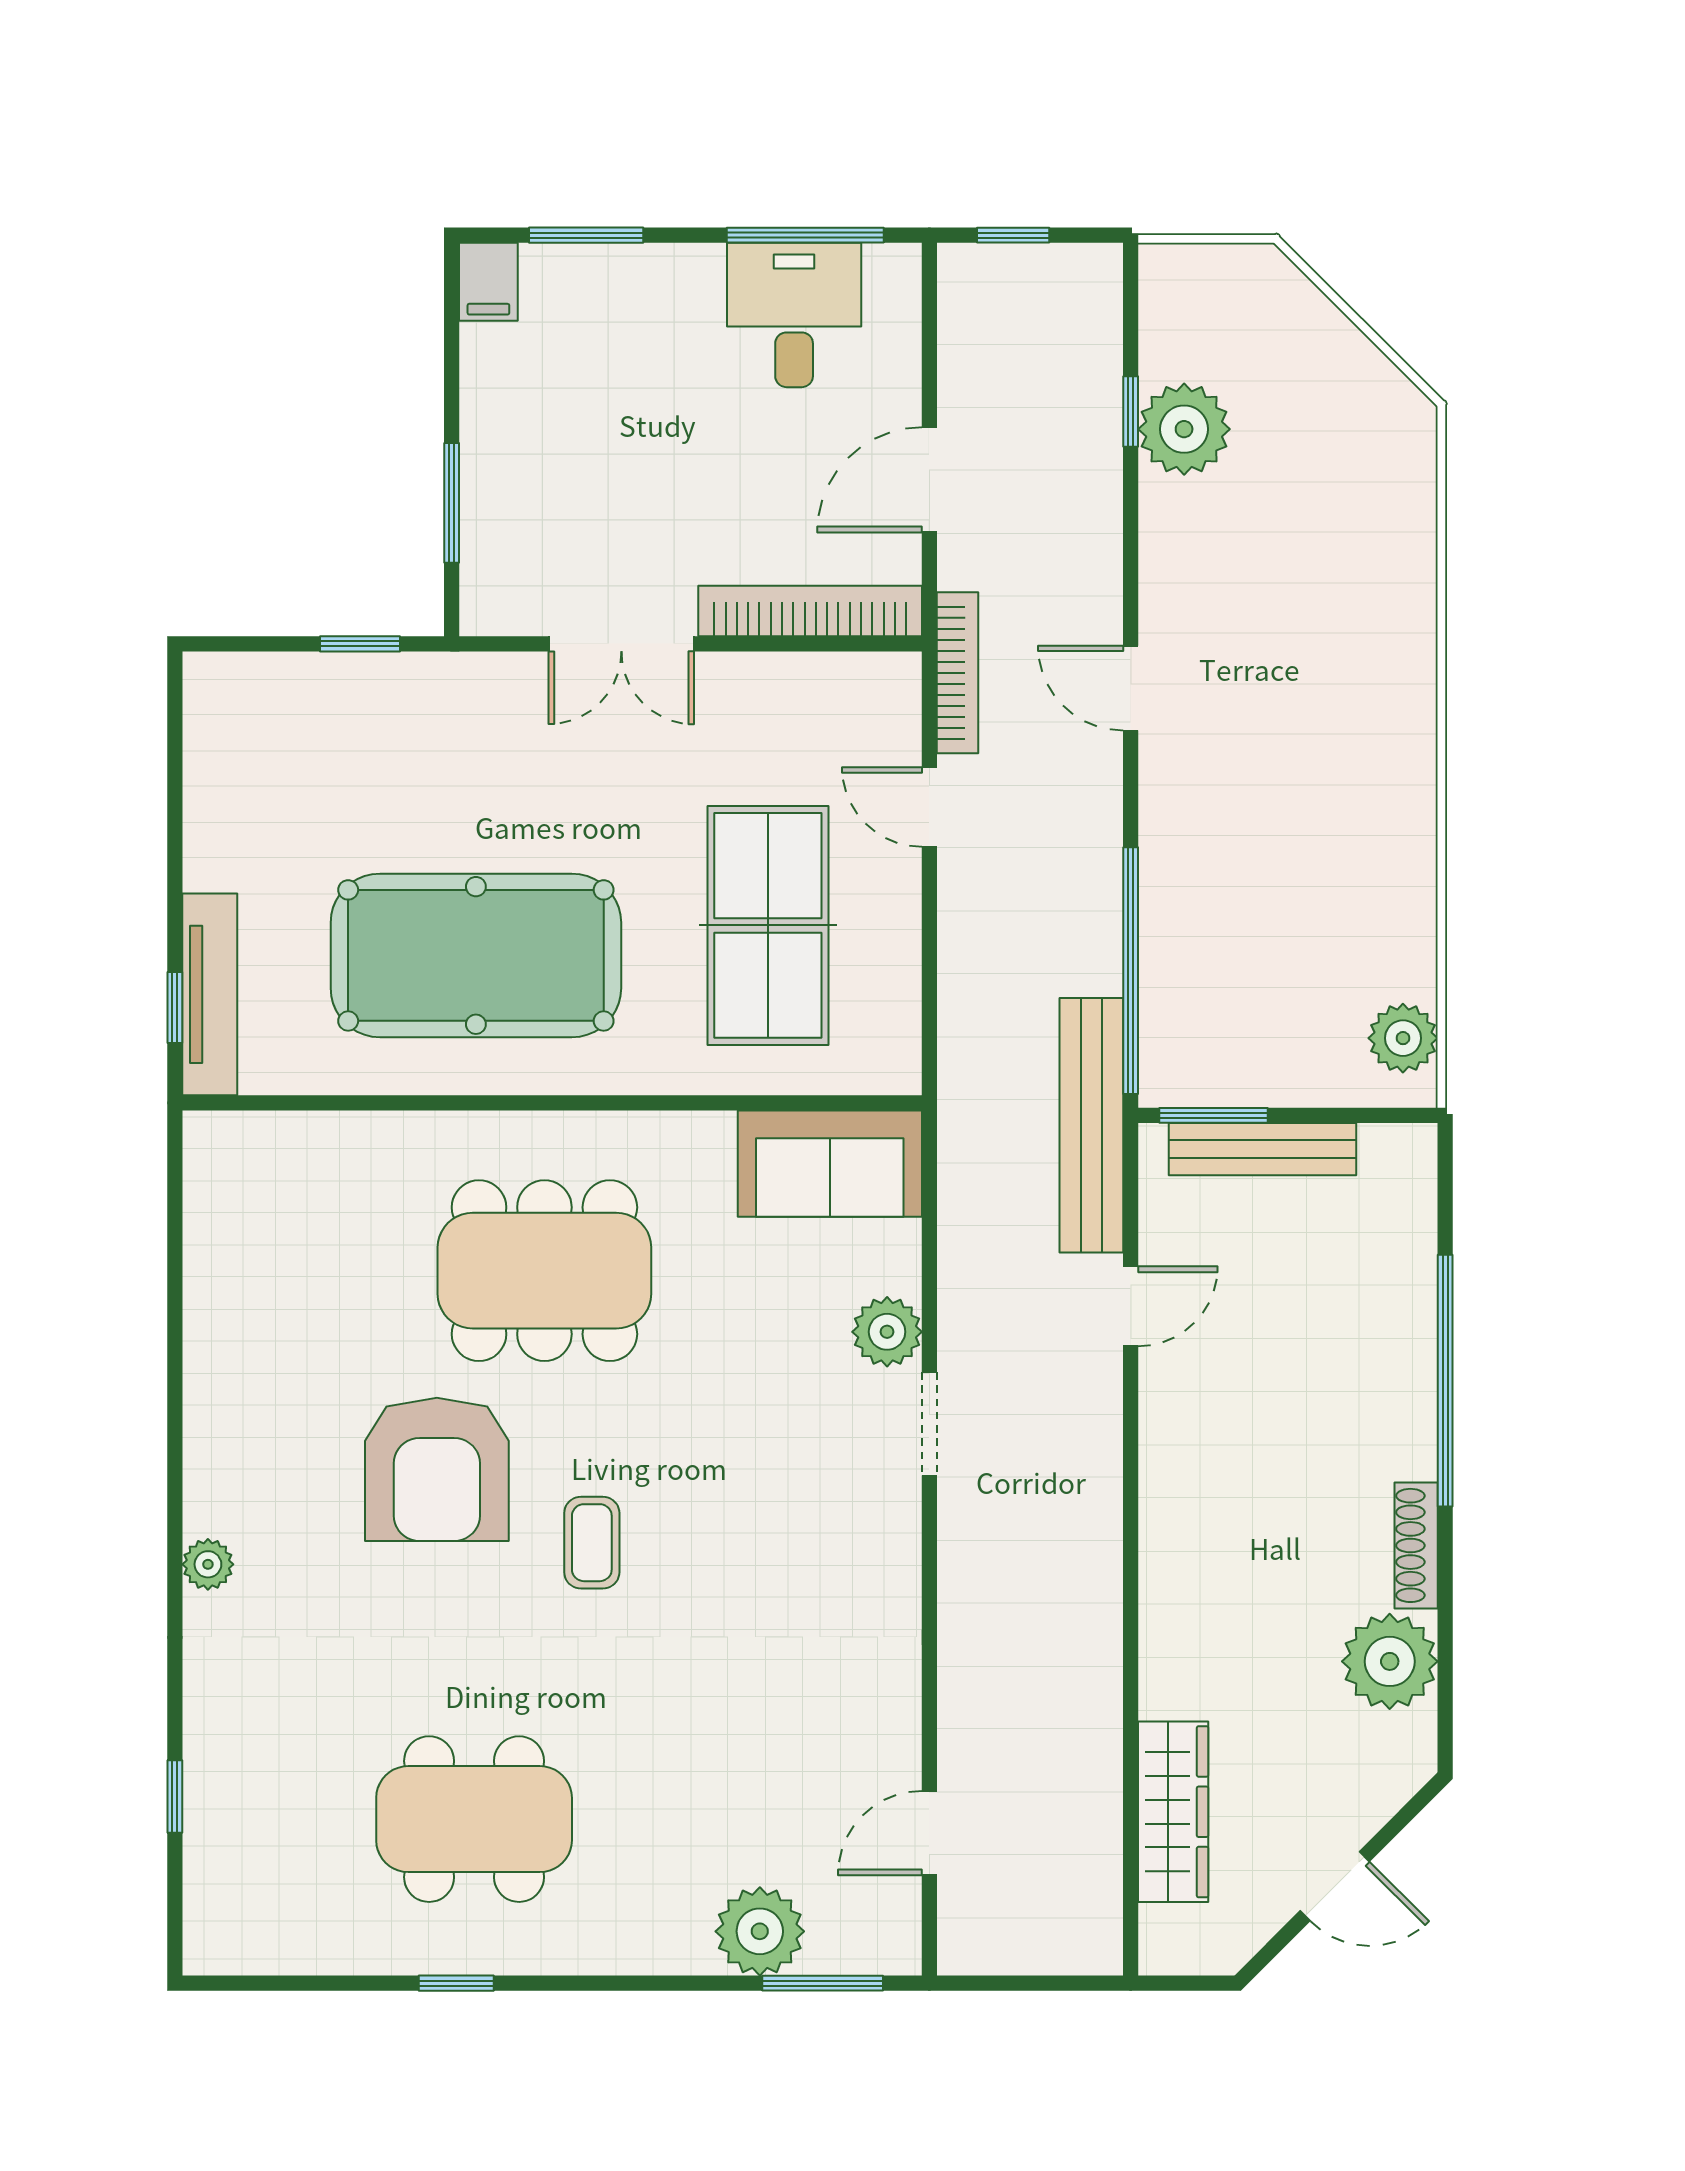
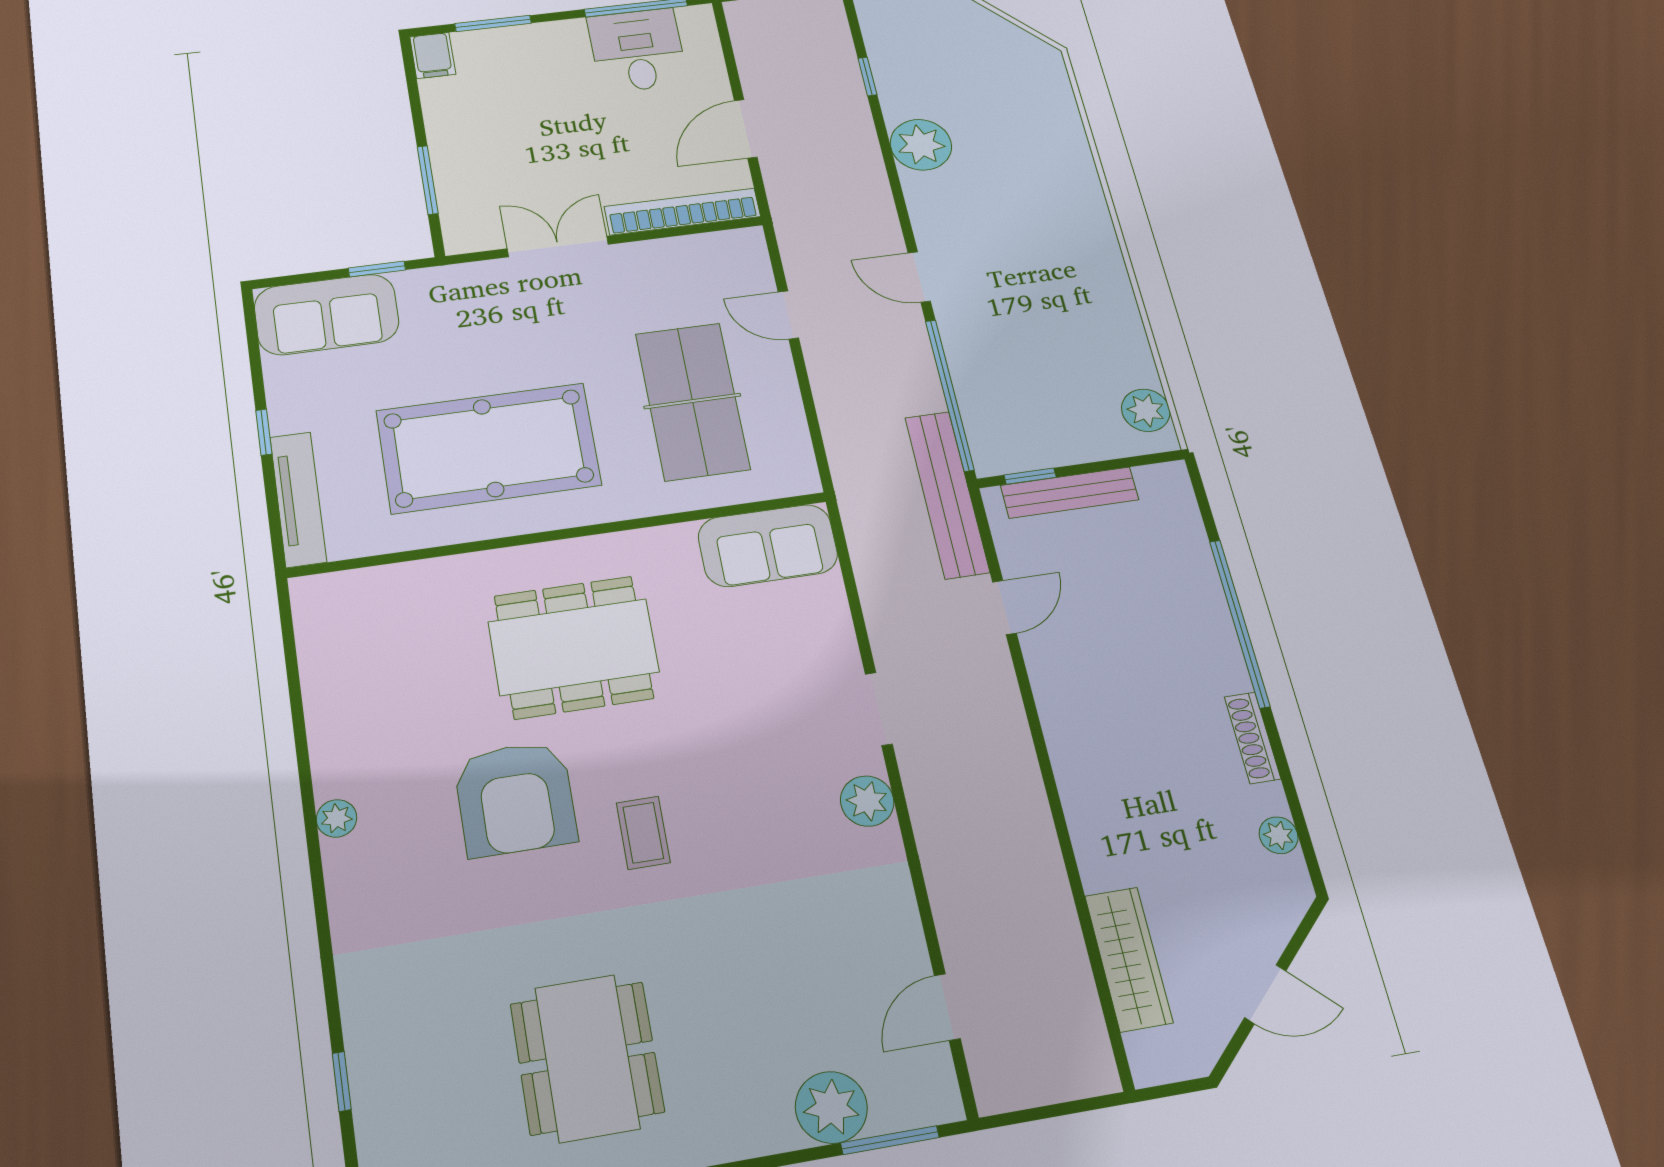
plant: (1184, 429) -> (921, 145), moved
double door: (621, 644) -> (558, 246), swing flipped
bookcase: (958, 673) -> (789, 234), removed
door: (1131, 688) -> (919, 277), moved
sofa: (281, 708) -> (327, 314), added
window: (175, 1007) -> (264, 432), moved
window: (1214, 1115) -> (1030, 476), width x0.67
plant: (887, 1332) -> (867, 801), moved
plant: (208, 1564) -> (337, 818), moved
plant: (1390, 1661) -> (1279, 835), width x0.53, depth x0.53
dining table: (474, 1819) -> (587, 1058), turned 90

